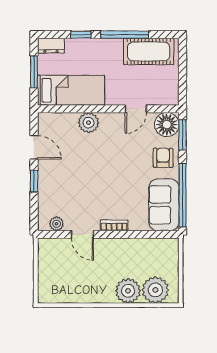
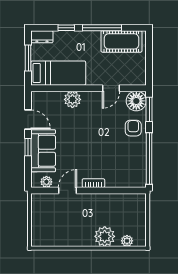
sofa: (164, 205) -> (43, 151), moved, turned 180
door: (82, 234) -> (68, 190), swing flipped
plant: (155, 290) -> (127, 241), width x0.53, depth x0.53

